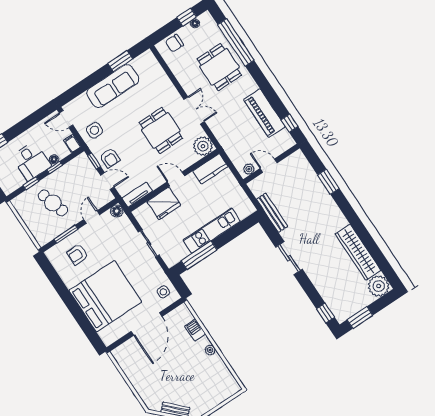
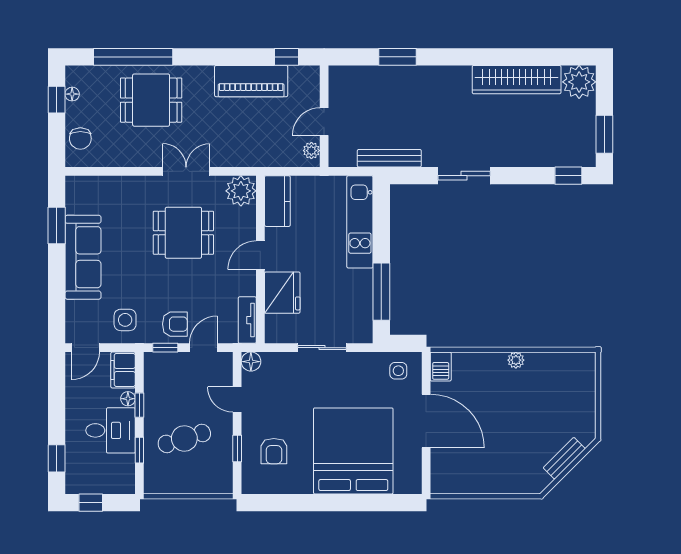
filing cabinet: (72, 144) -> (123, 370), width x2.00
kitchen unit: (212, 231) -> (360, 222), moved
window: (66, 234) -> (237, 449), width x0.67
barbecue: (195, 330) -> (441, 366), moved, turned -90

